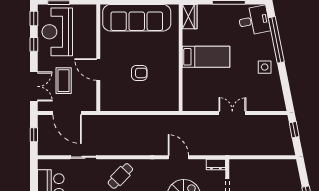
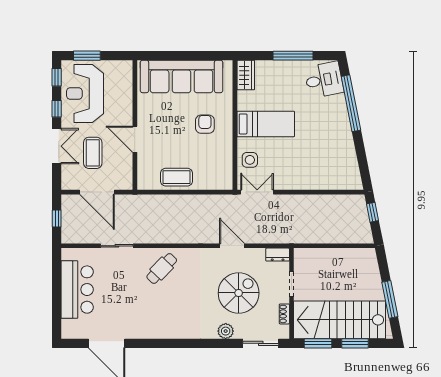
side table: (265, 67) -> (250, 160), moved
armchair: (139, 73) -> (205, 124), moved, turned -90
double door: (34, 86) -> (57, 146), moved
coffee table: (133, 101) -> (177, 177), added
double door: (232, 113) -> (257, 192), moved

